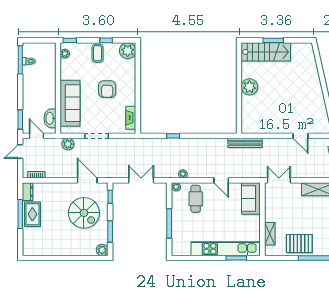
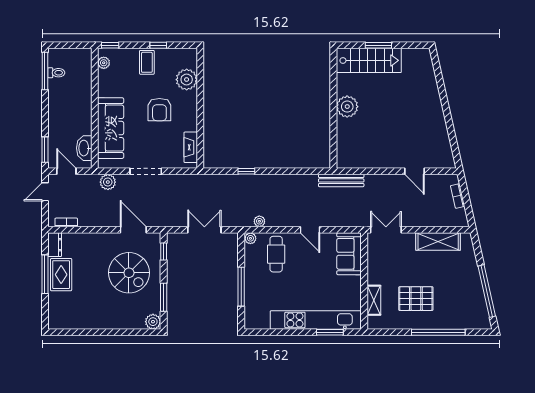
plant: (128, 51) -> (187, 80), moved
pallet: (299, 244) -> (416, 299), moved

